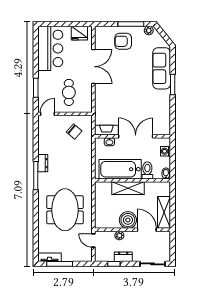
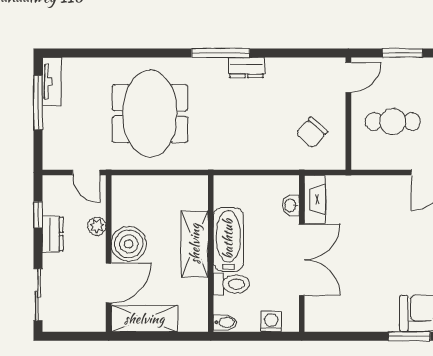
door: (48, 114) -> (348, 77), hinge flipped
bathtub: (120, 169) -> (228, 239), width x0.73, depth x0.73
meeting table: (65, 210) -> (150, 114), turned 90
door: (93, 241) -> (86, 172), swing flipped

